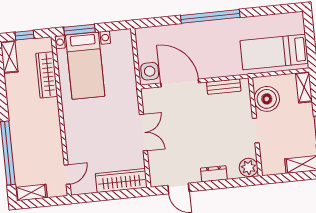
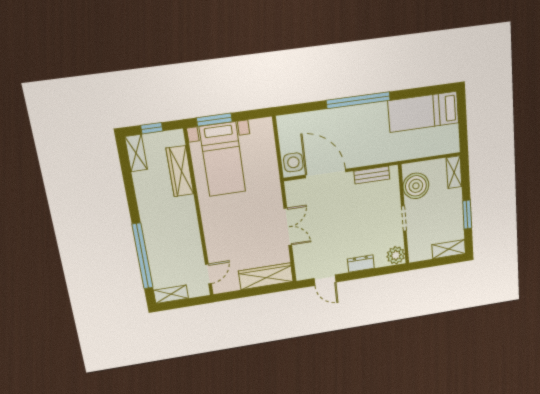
bed: (274, 52) -> (423, 112), moved

